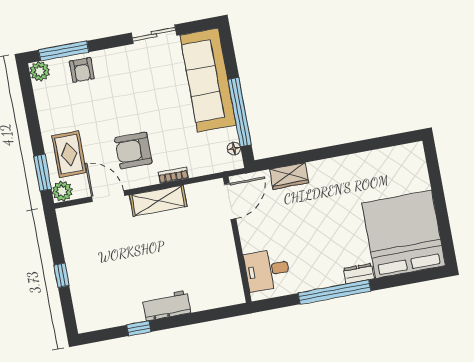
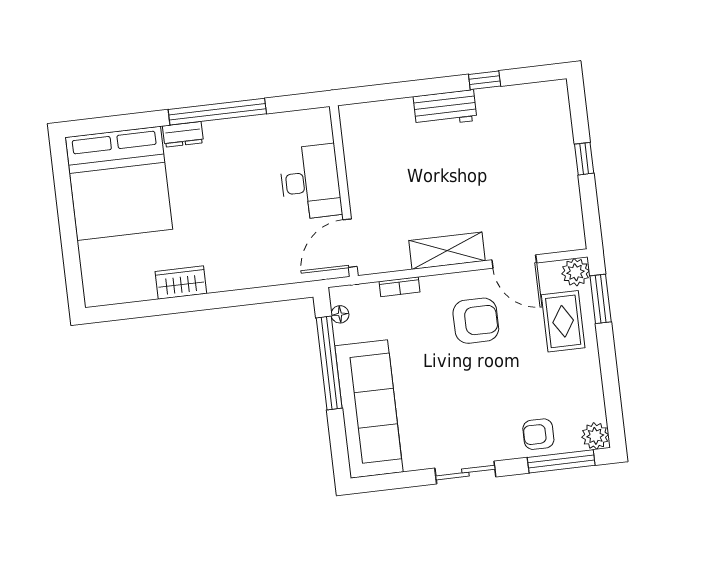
sliding door: (154, 34) -> (465, 473), moved
armchair: (82, 70) -> (538, 434), turned -90
bookcase: (173, 175) -> (399, 287), moved
wardrobe: (289, 176) -> (181, 283), moved
desk: (267, 270) -> (310, 182), moved, width x1.37

